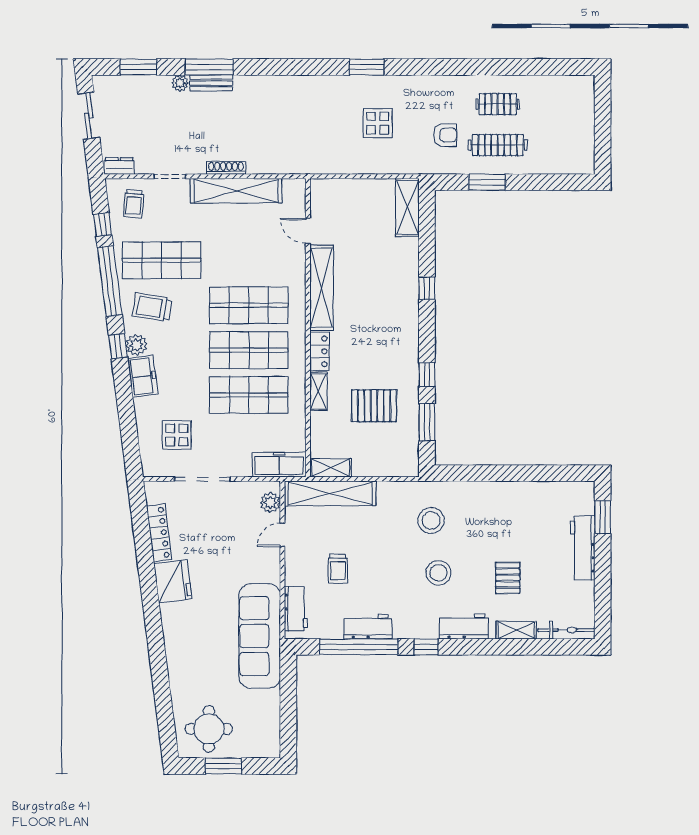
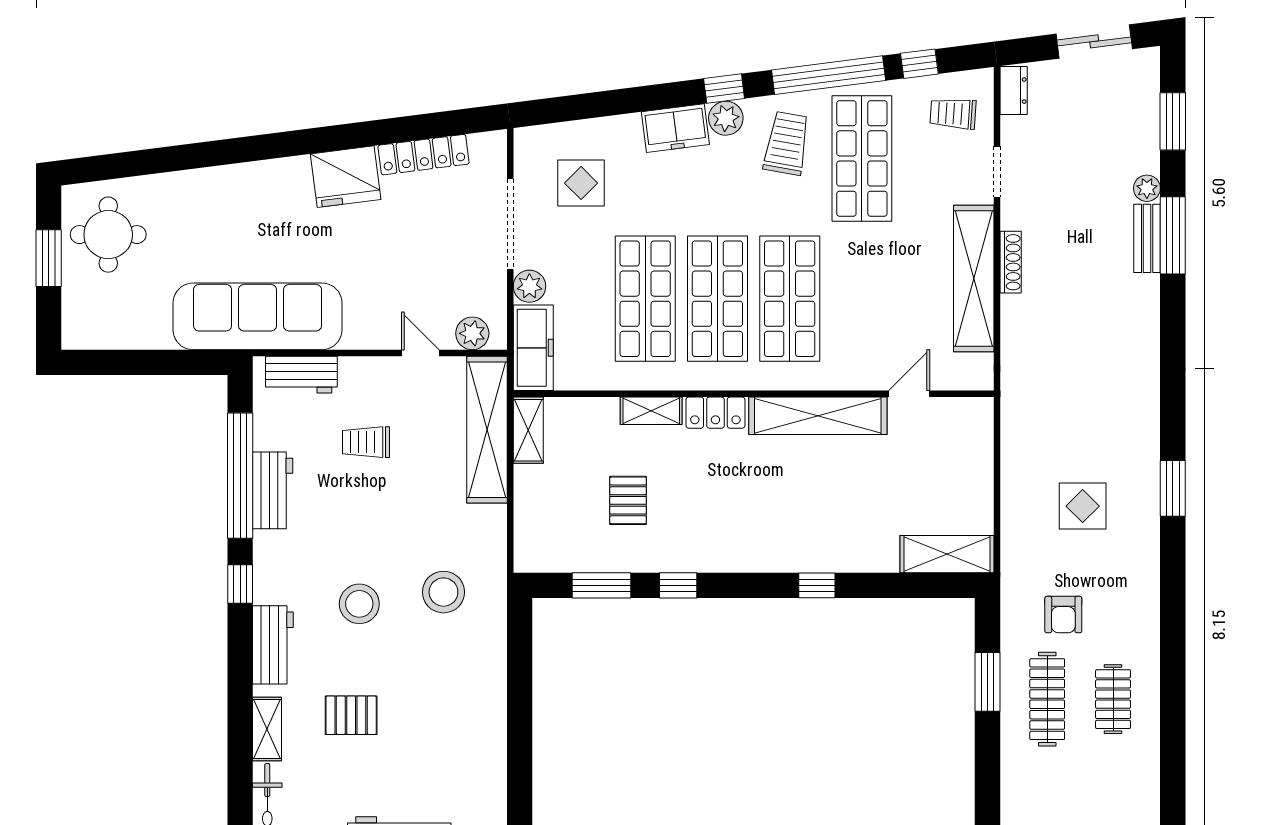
pallet: (374, 406) -> (628, 500), width x0.67, depth x0.71
plant: (241, 467) -> (529, 286), added

